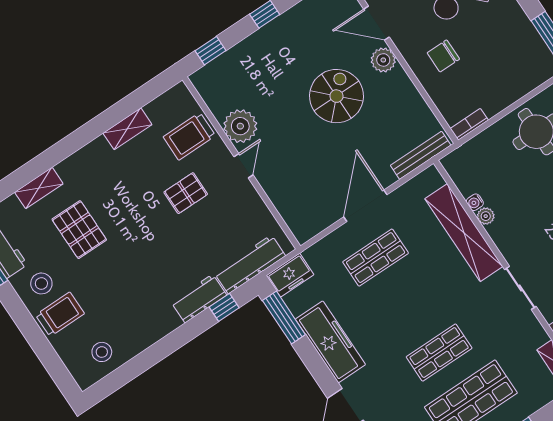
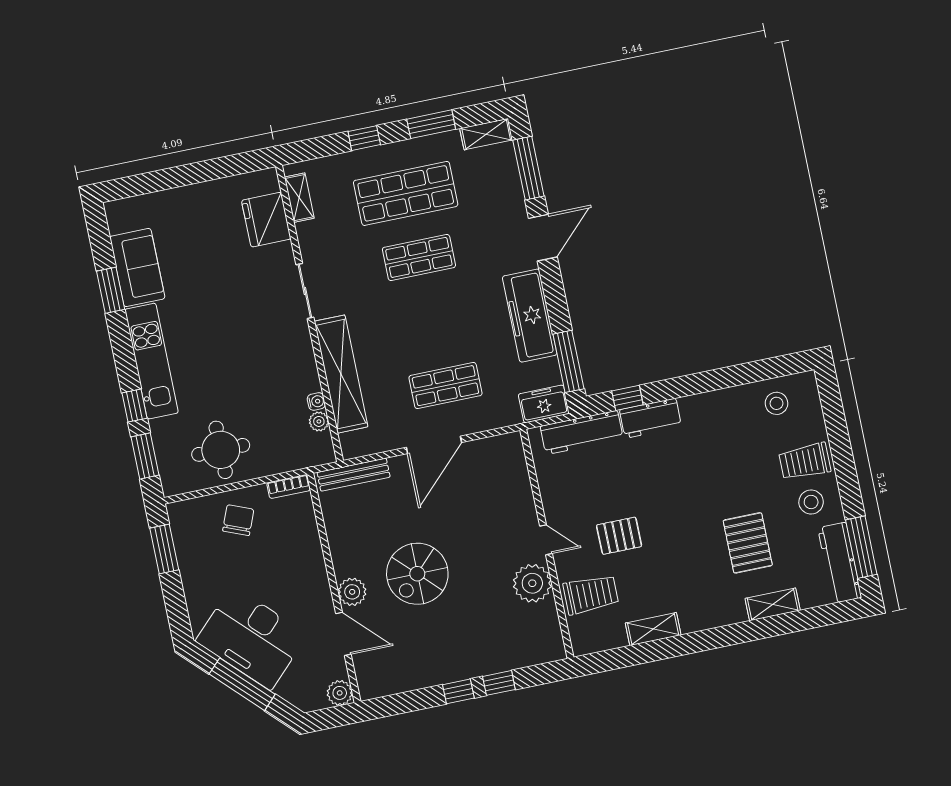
window: (210, 51) -> (499, 683), moved
chair: (443, 56) -> (238, 520), moved, turned -68
door: (243, 166) -> (546, 540), swing flipped
plant: (486, 216) -> (319, 421), moved

